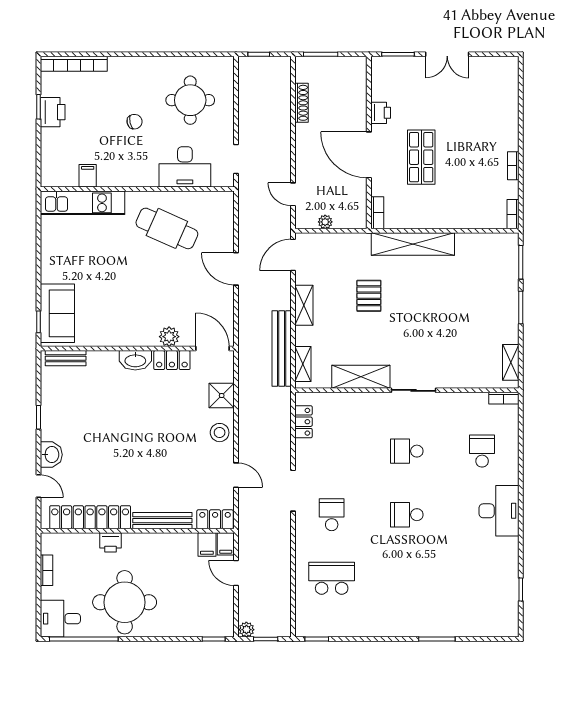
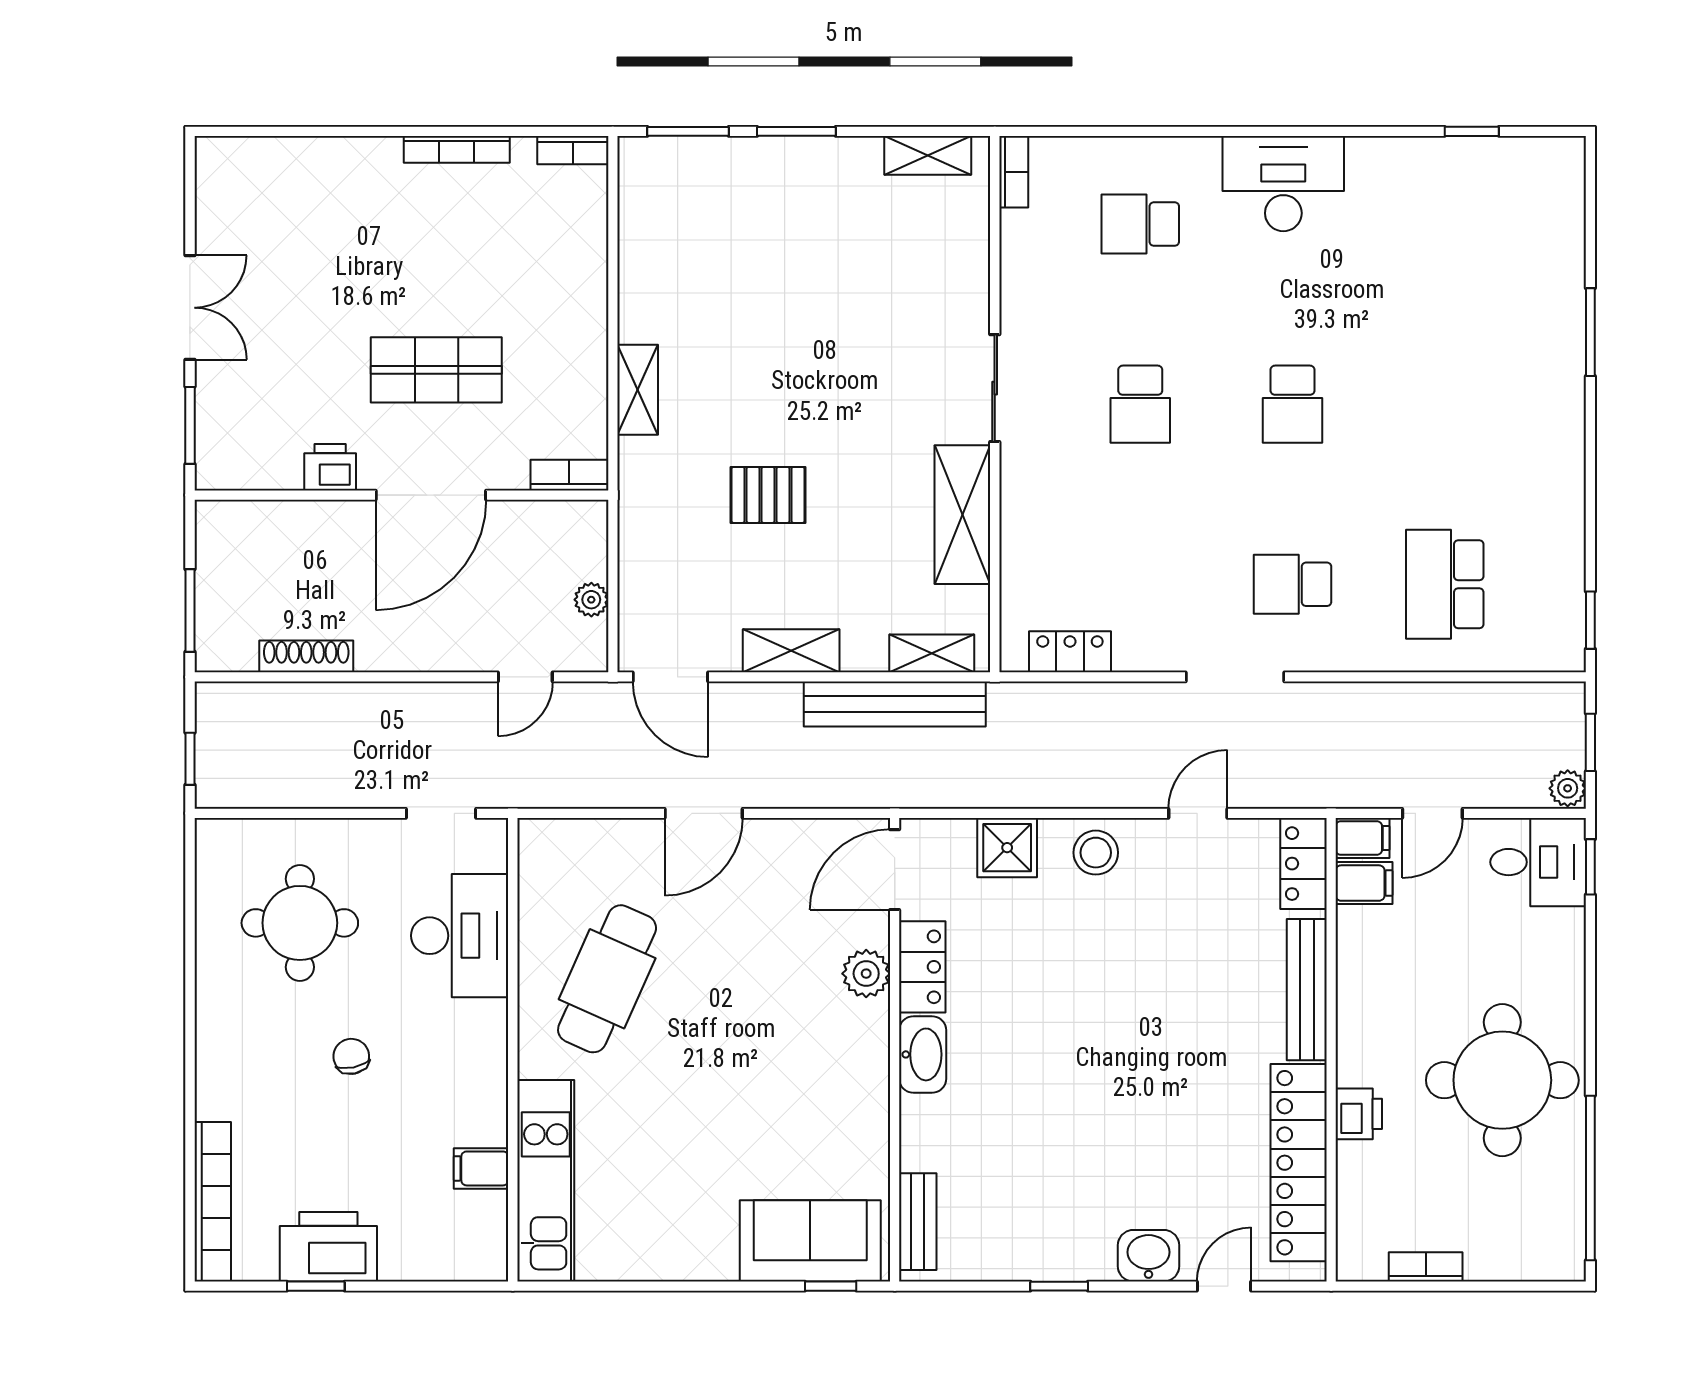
printer: (53, 112) -> (328, 1247), width x1.37, depth x1.19
bookcase: (513, 166) -> (457, 149), width x1.56
shelving: (413, 244) -> (638, 390), width x0.45, depth x0.75
desk: (60, 619) -> (1538, 862), moved, turned -90

